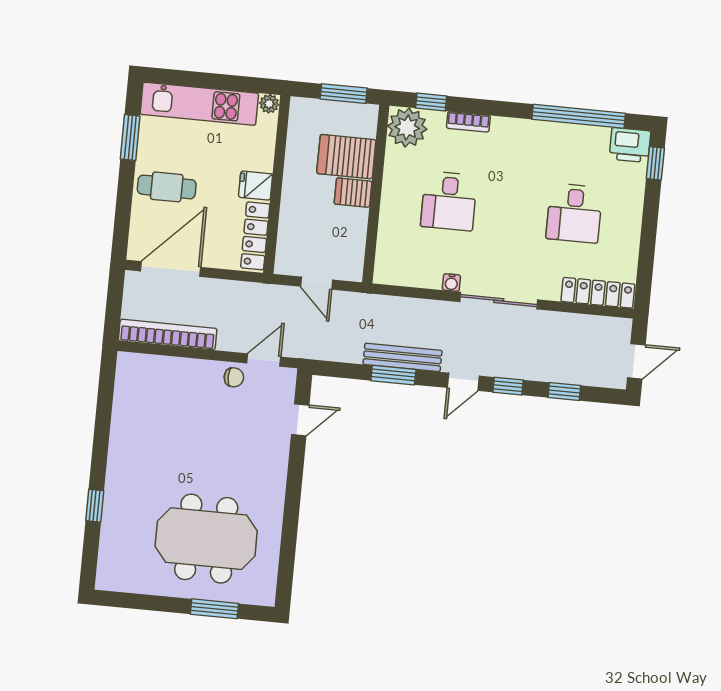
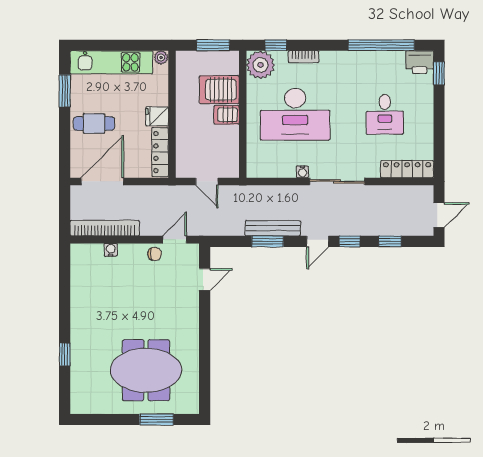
desk: (449, 201) -> (295, 114), width x1.87, depth x1.30
water cooler: (173, 365) -> (111, 250), added

